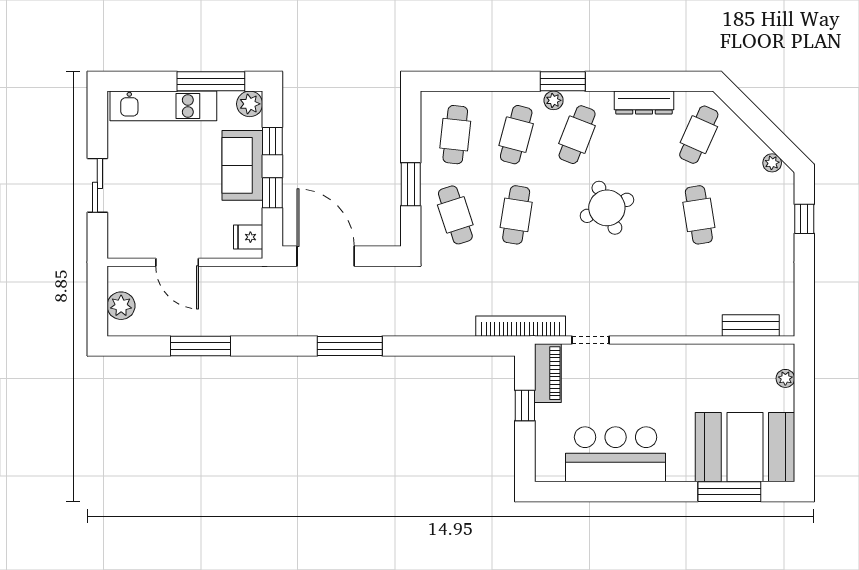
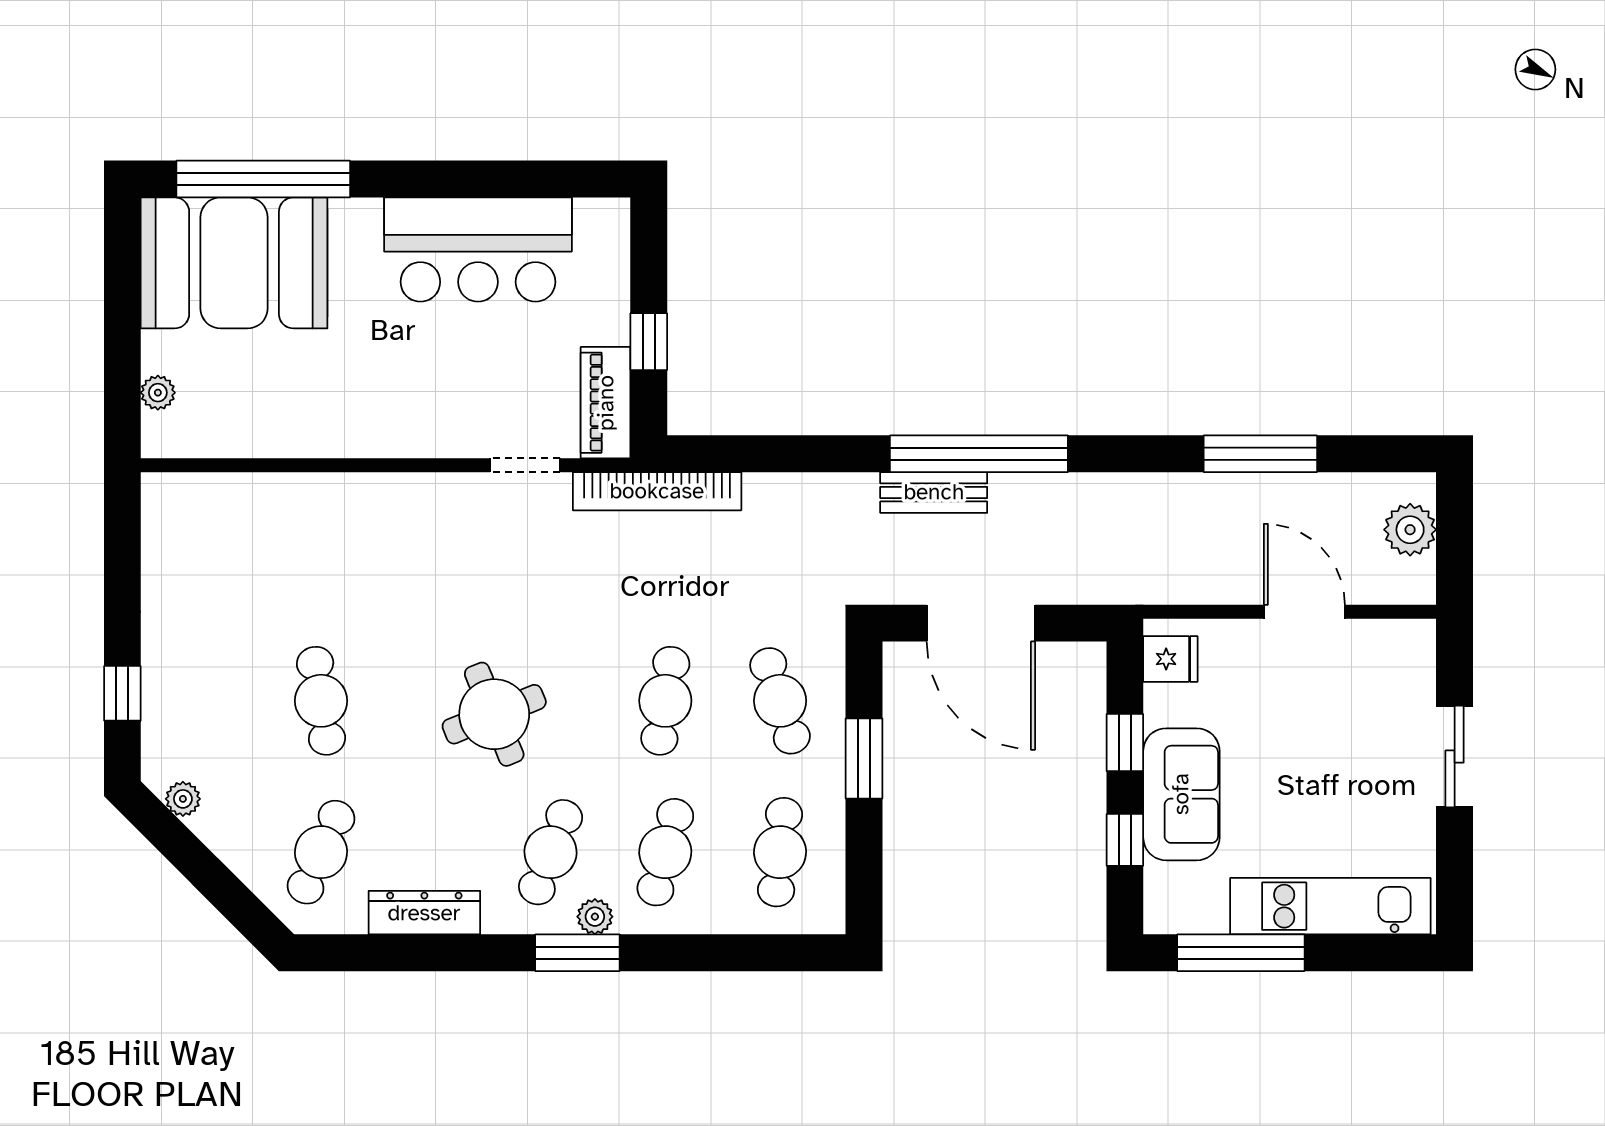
plant: (250, 104) -> (1168, 910), removed
door: (326, 256) -> (981, 623), moved
bench: (751, 325) -> (934, 492), moved
window: (350, 346) -> (979, 454), width x1.46
window: (729, 492) -> (263, 179), width x1.46

